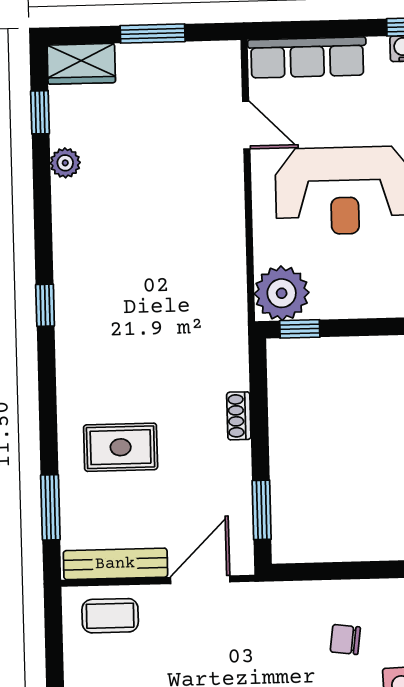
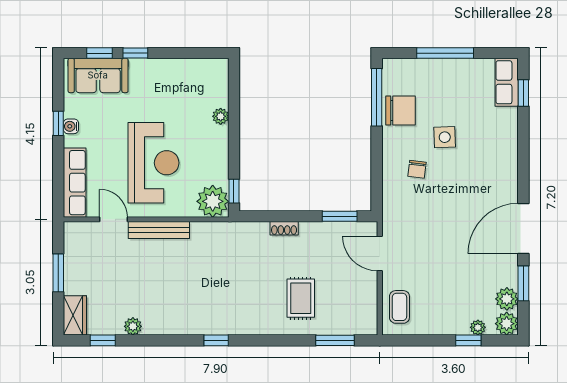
door: (246, 125) -> (114, 219), hinge flipped
bench: (115, 564) -> (159, 230), moved, turned 90

